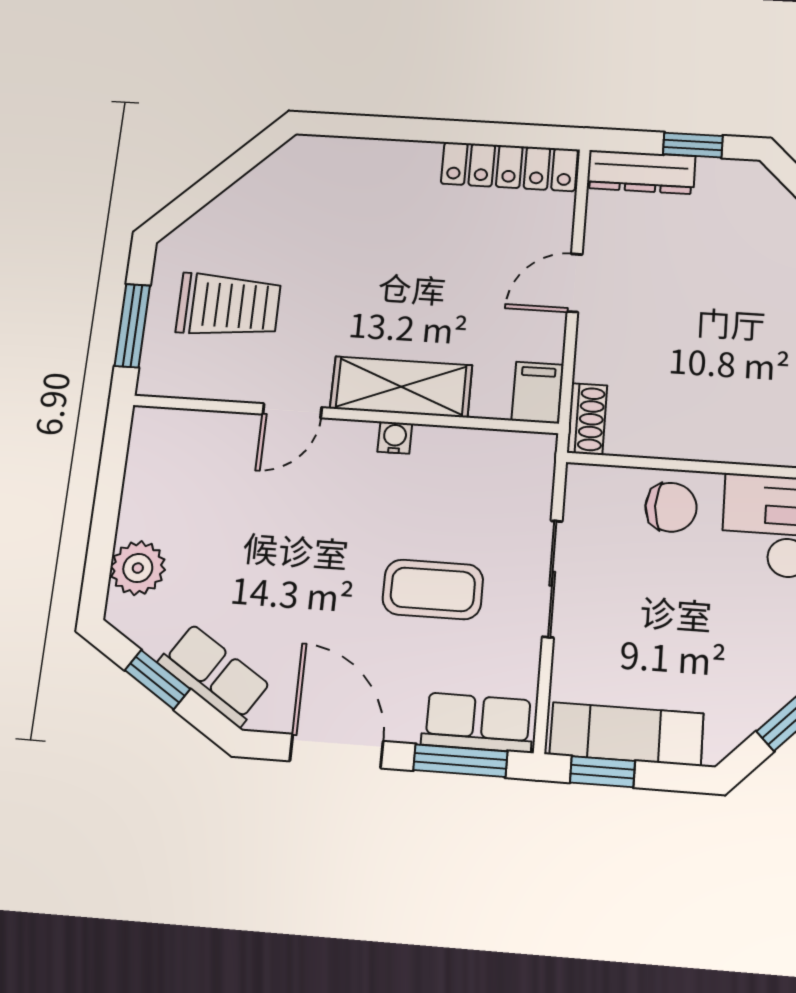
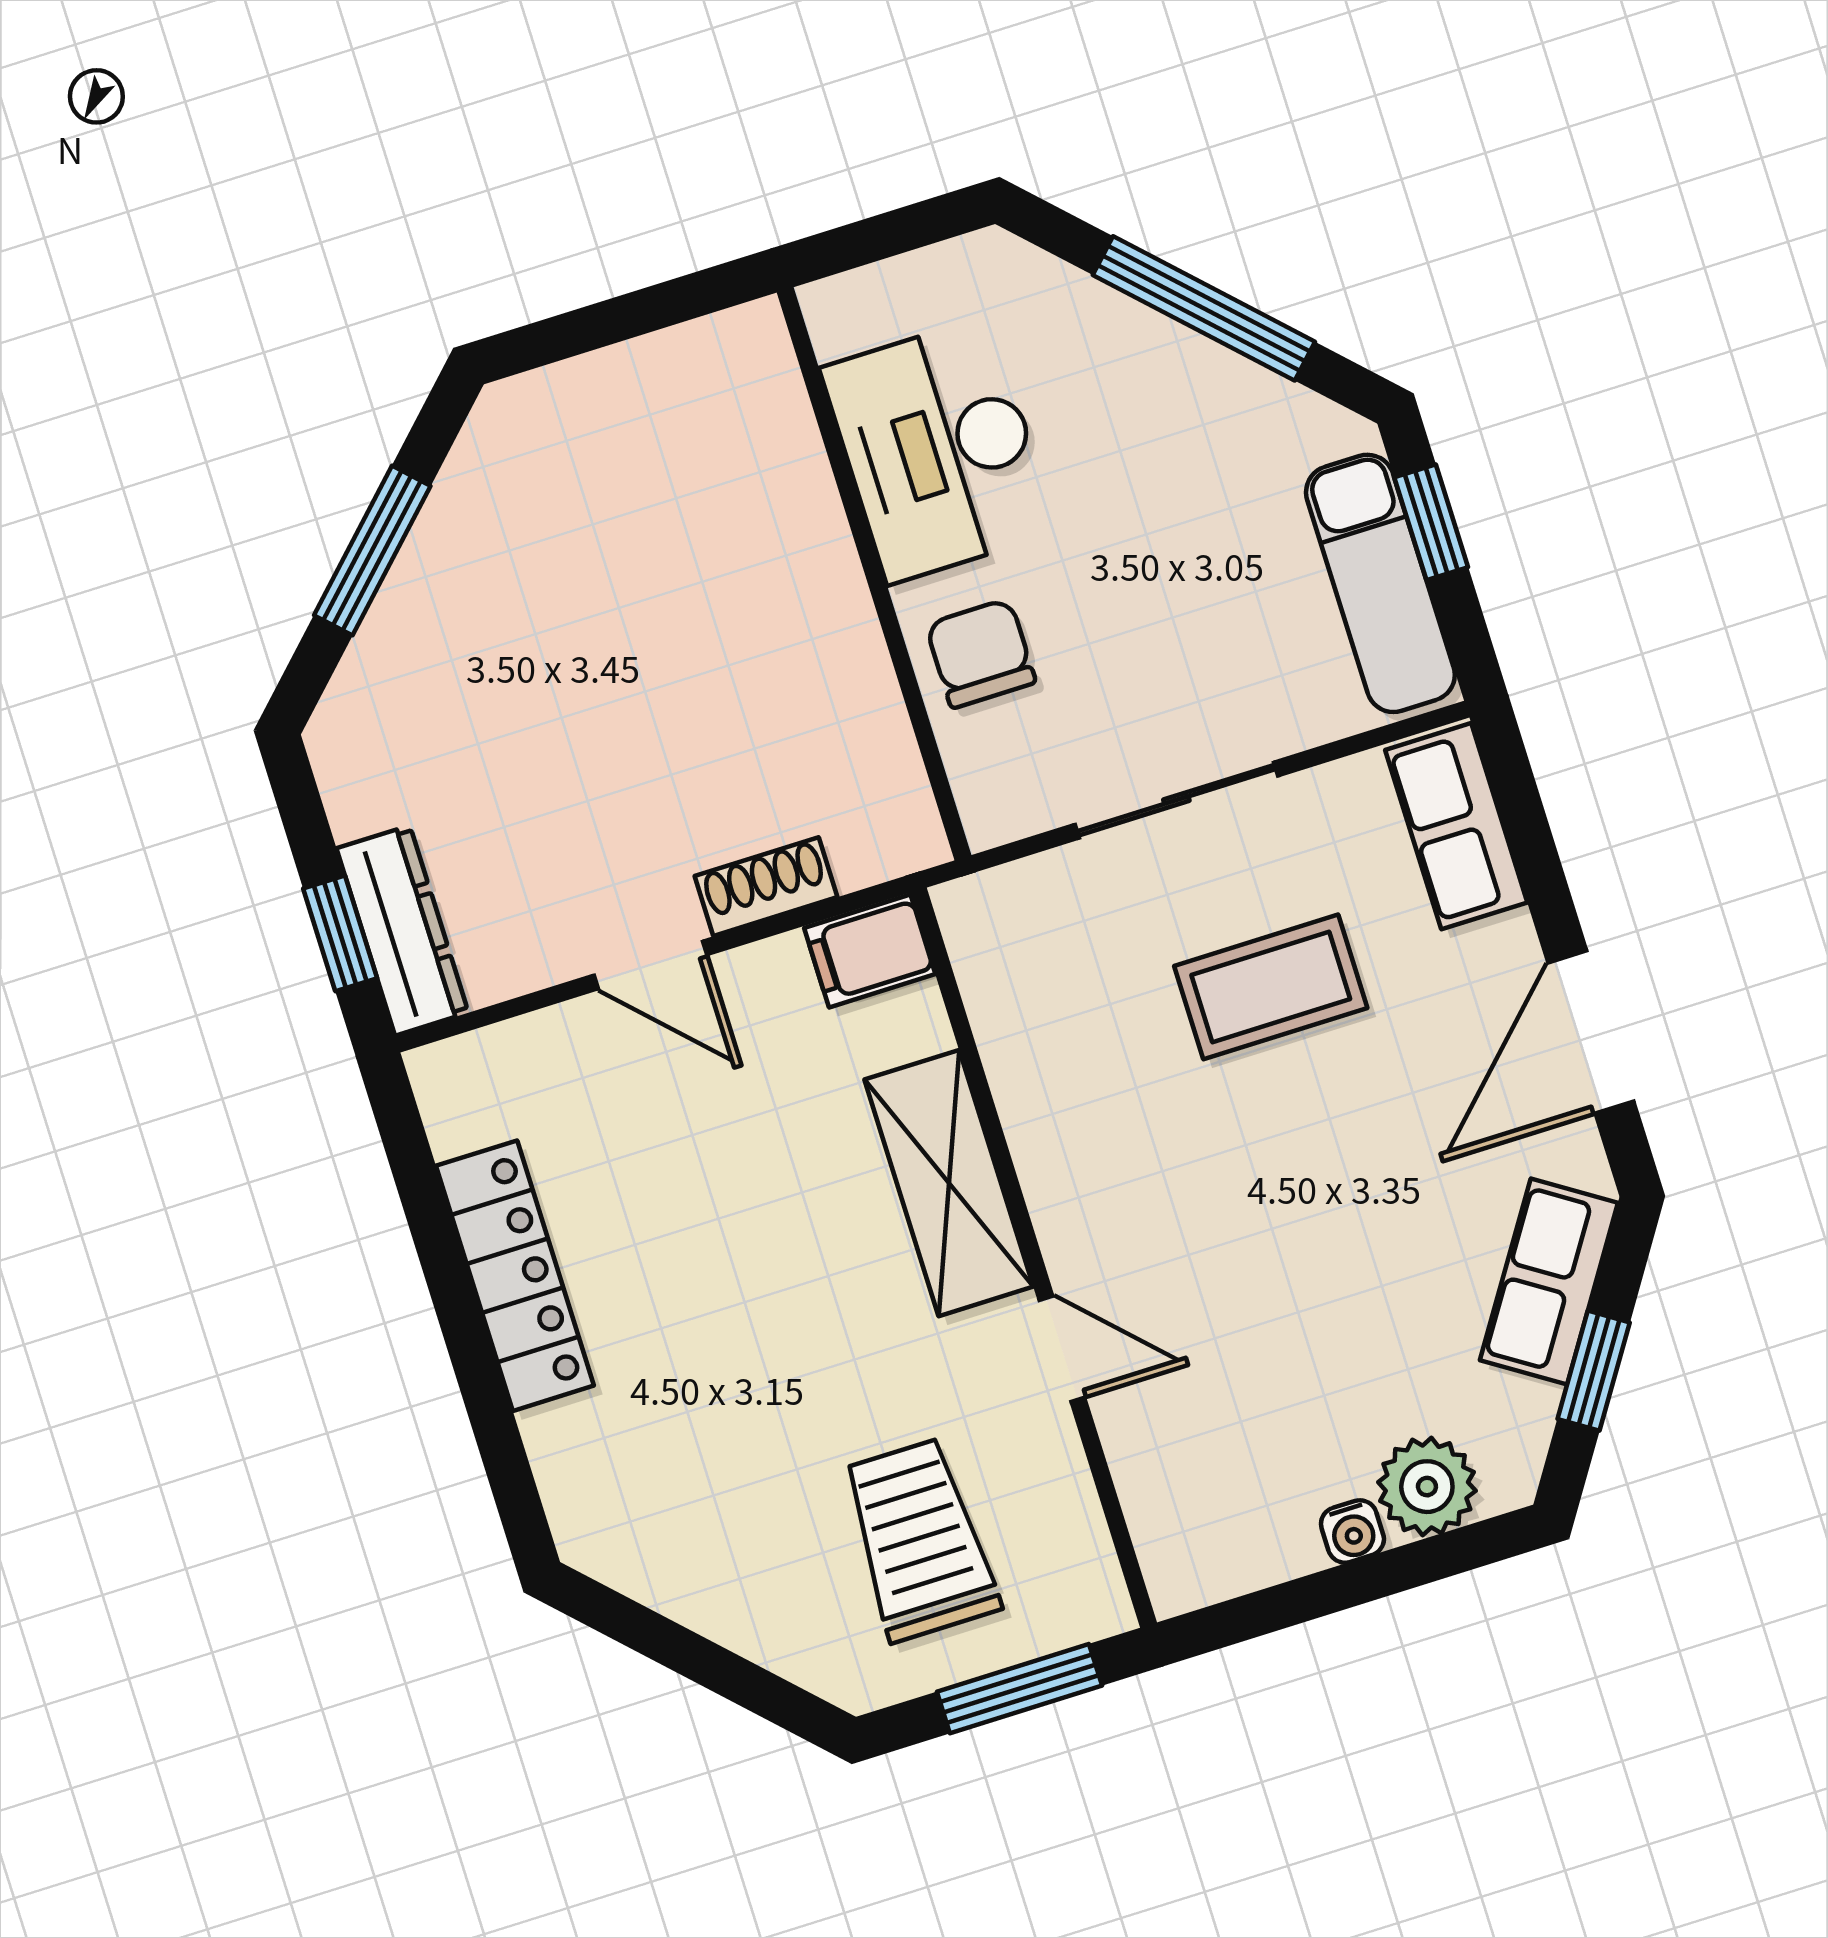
window: (693, 145) -> (340, 933), moved
locker: (509, 167) -> (515, 1276), moved
shoe rack: (587, 419) -> (766, 887), moved
water cooler: (395, 438) -> (1352, 1531), moved, turned -90
coffee table: (433, 589) -> (1271, 987), turned 90
window: (460, 761) -> (1527, 829), removed
window: (602, 772) -> (1431, 522), moved

